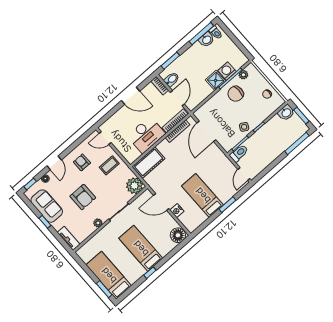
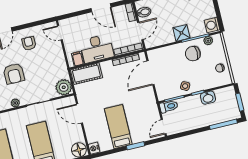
washing machine: (227, 71) -> (212, 25), moved, turned -90
washbasin: (286, 113) -> (208, 98), moved
filing cabinet: (134, 153) -> (78, 59), added
coffee table: (109, 165) -> (51, 58), removed
nightstand: (177, 211) -> (94, 148), moved

